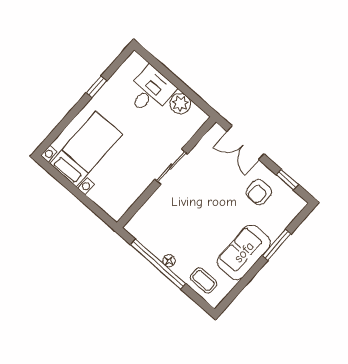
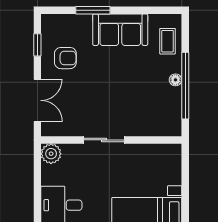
plant: (180, 104) -> (51, 154), moved

